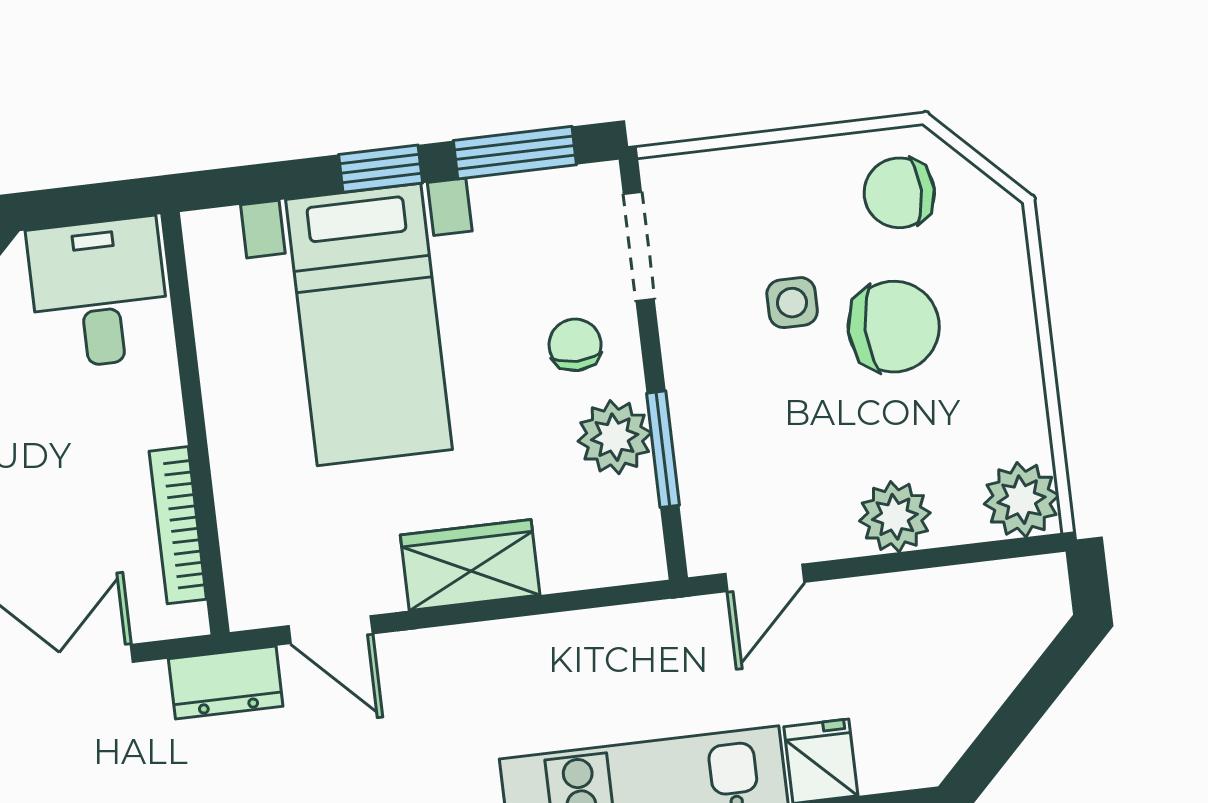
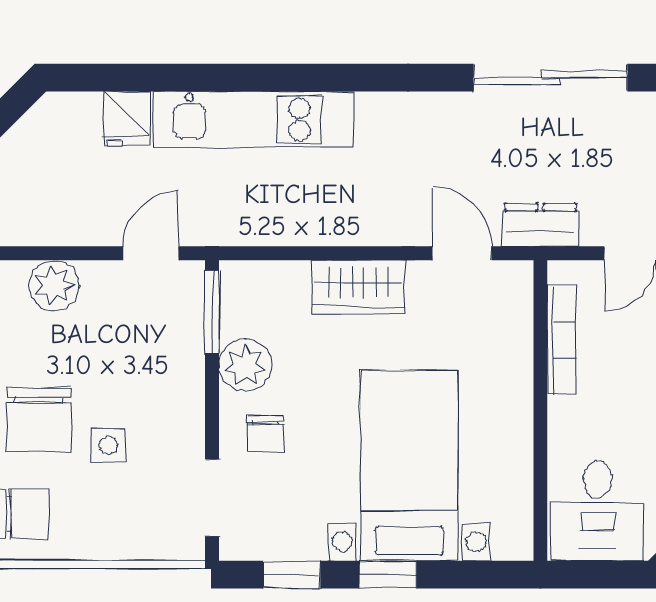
window: (515, 153) -> (292, 575), width x0.67
chair: (894, 327) -> (39, 420), turned -90
window: (663, 449) -> (212, 312), moved

